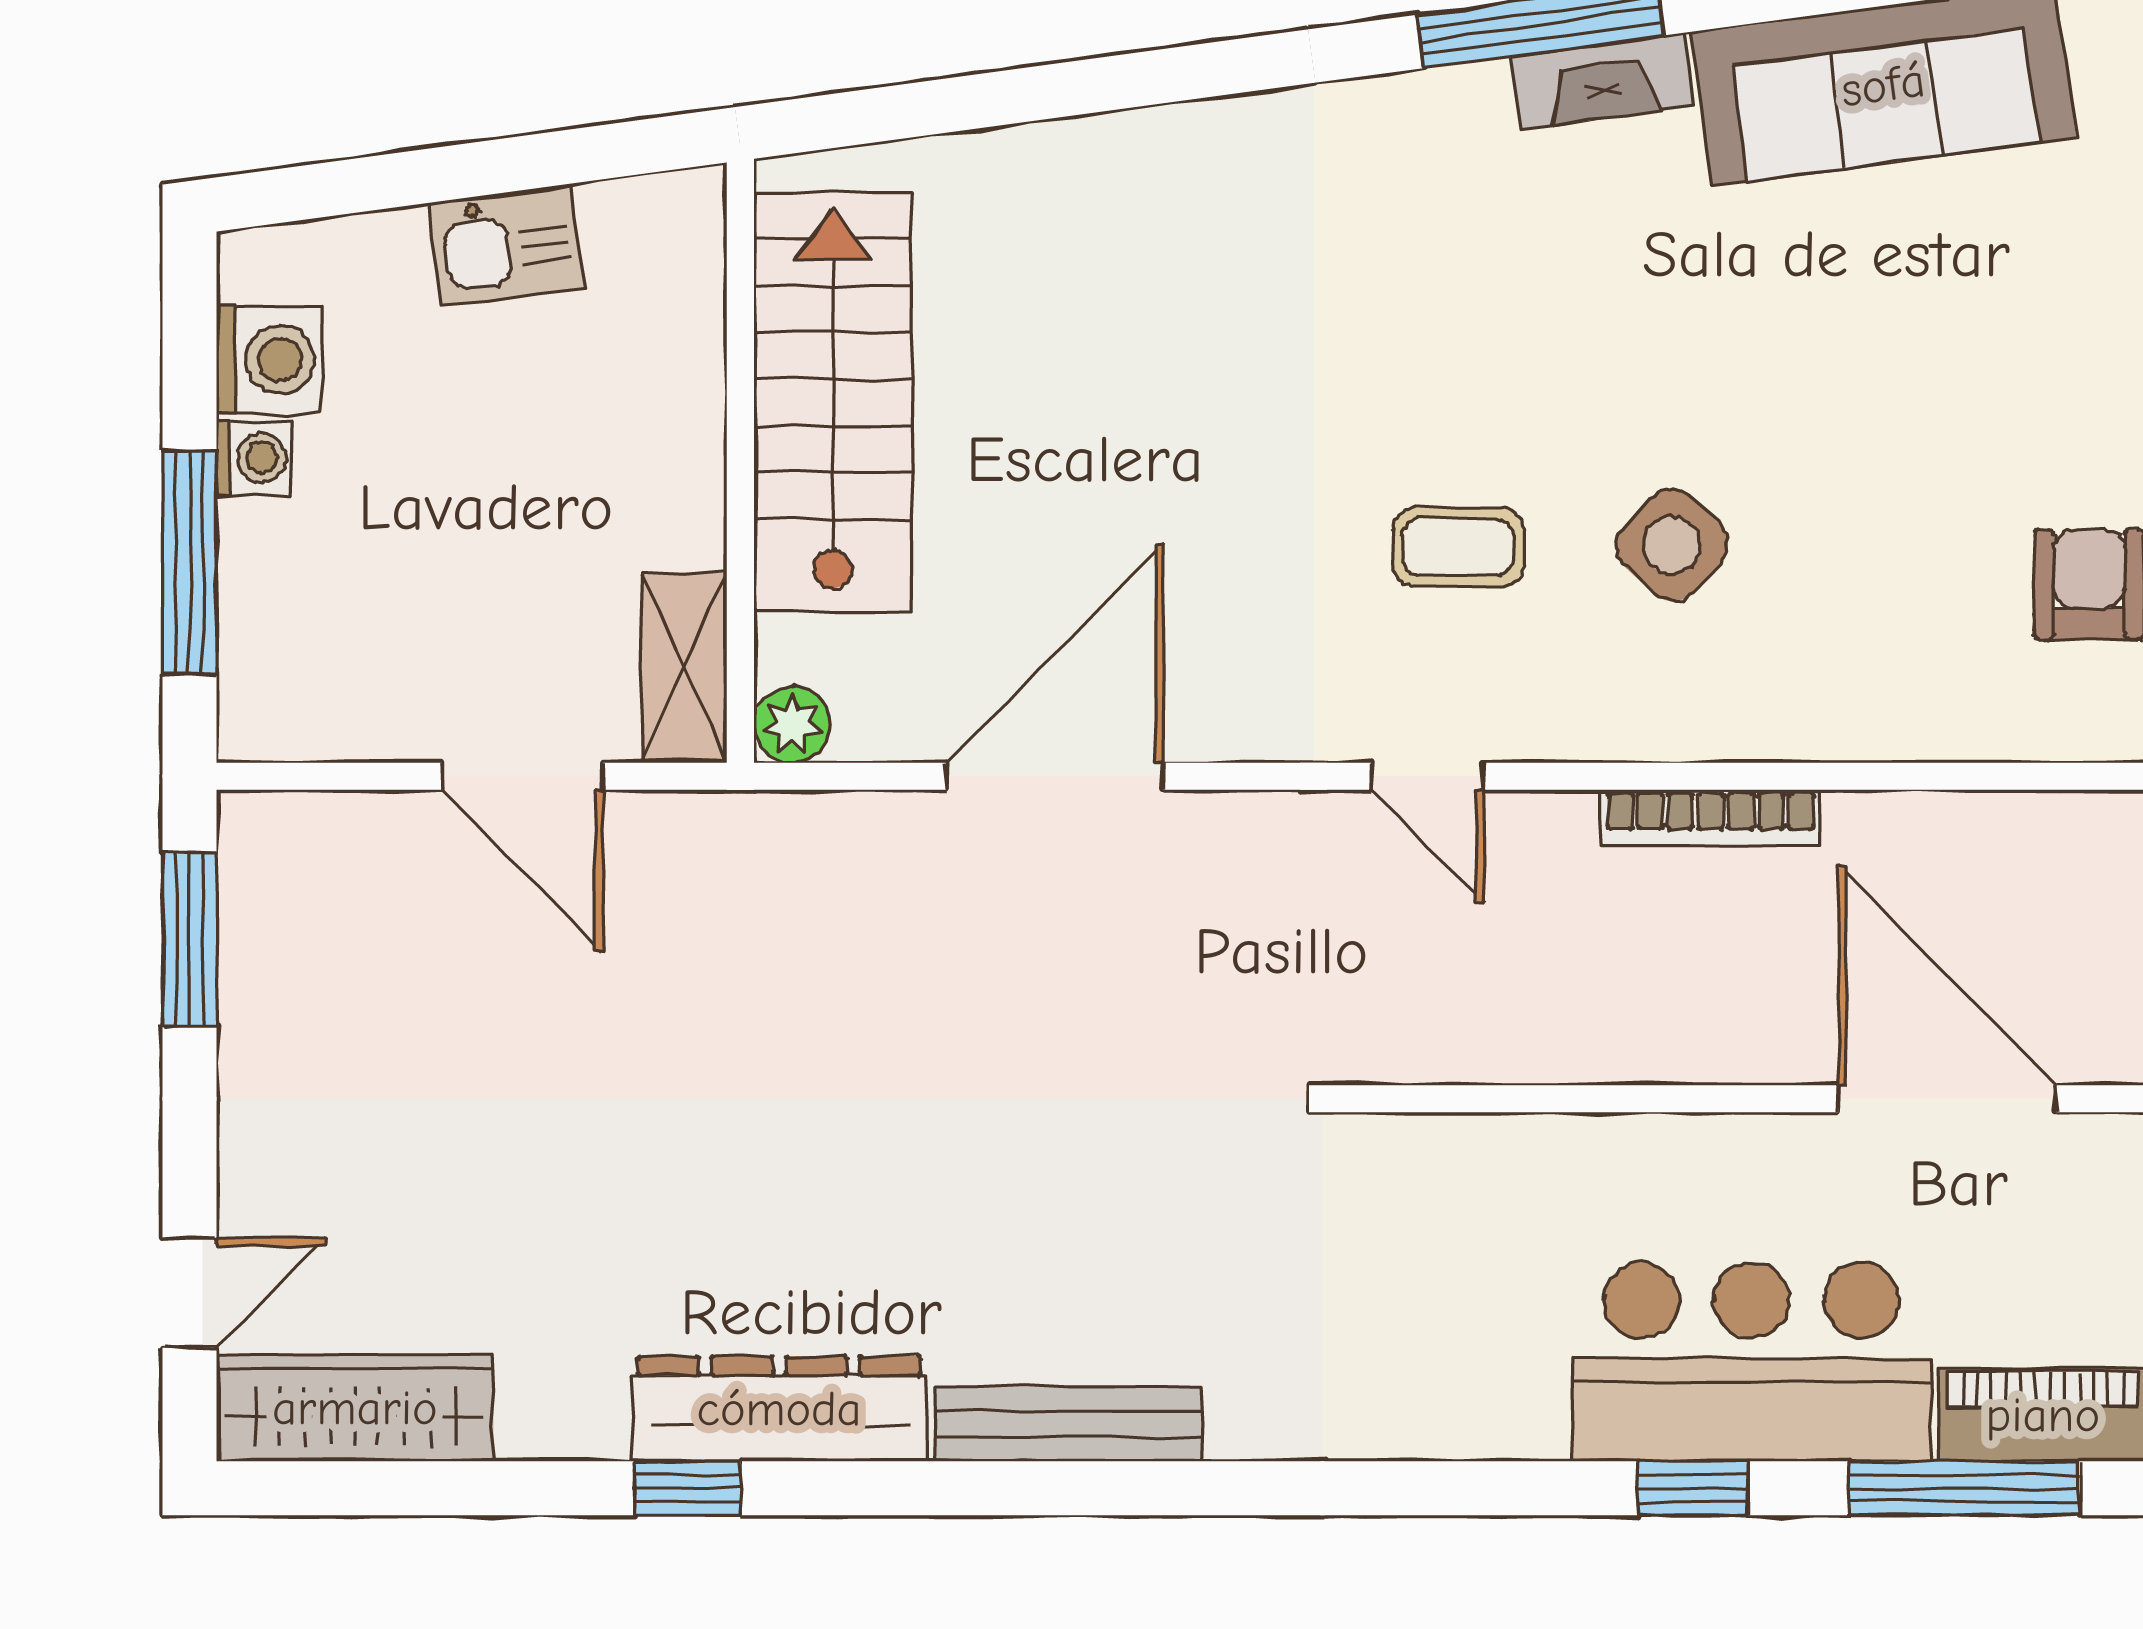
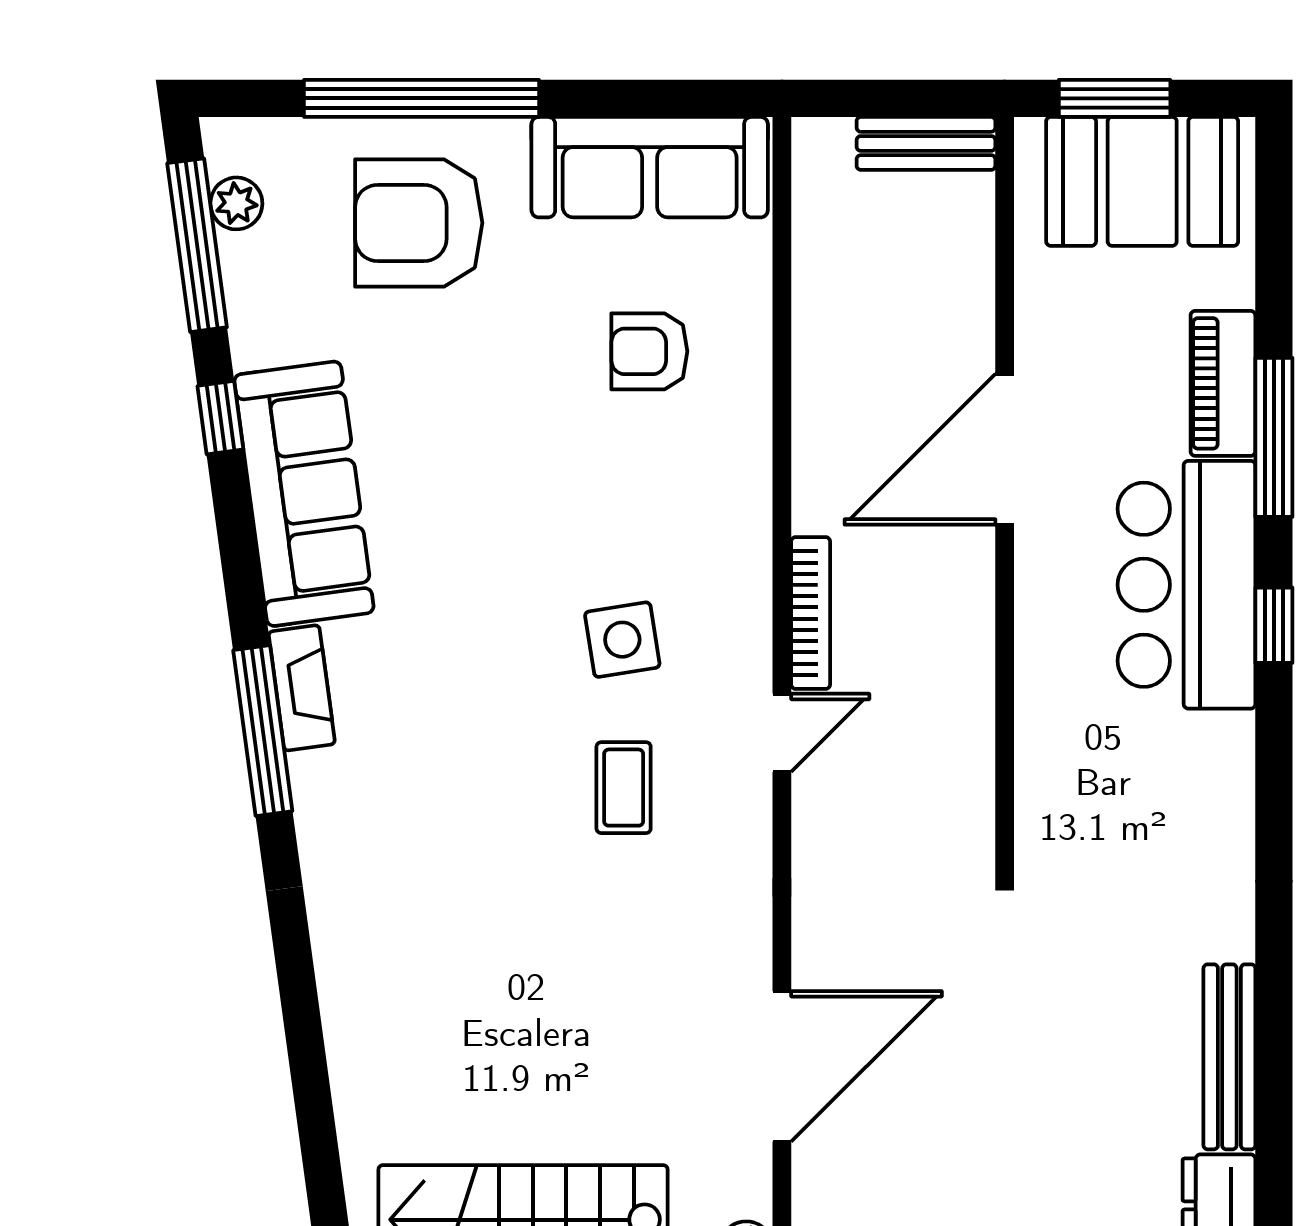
side table: (1672, 545) -> (622, 640), turned 38
door: (1055, 776) -> (782, 1066), swing flipped
door: (1427, 776) -> (782, 733), moved

